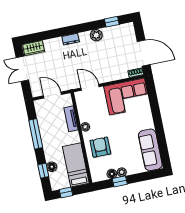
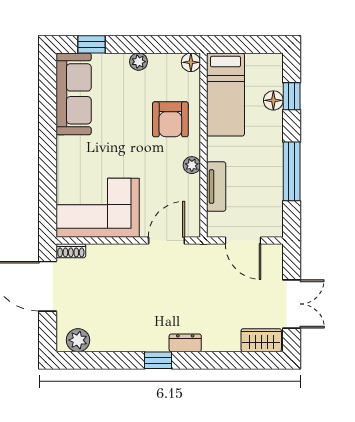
window: (112, 22) -> (158, 360), moved
plant: (96, 35) -> (78, 340), moved
door: (90, 87) -> (166, 240), swing flipped
floor lamp: (112, 174) -> (191, 62), moved
window: (120, 181) -> (92, 44), moved
window: (66, 192) -> (256, 44), removed

